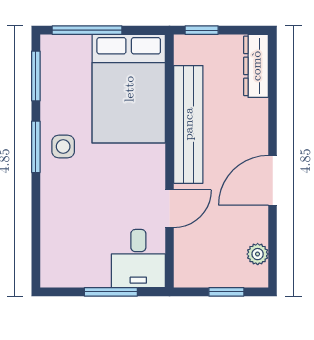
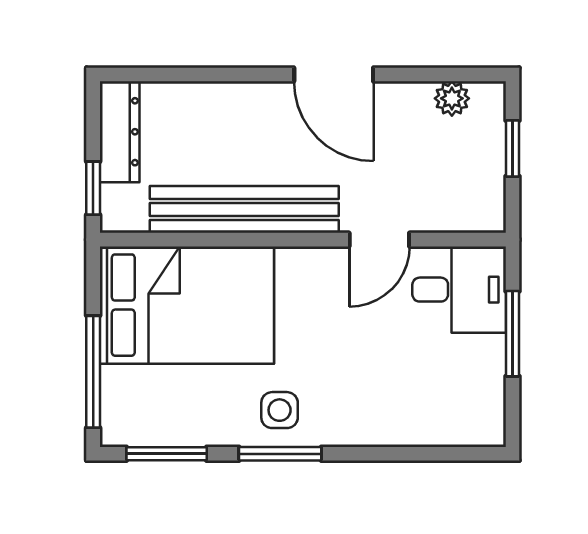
dresser: (256, 66) -> (120, 132), moved, turned -90
door: (170, 209) -> (379, 240), swing flipped

